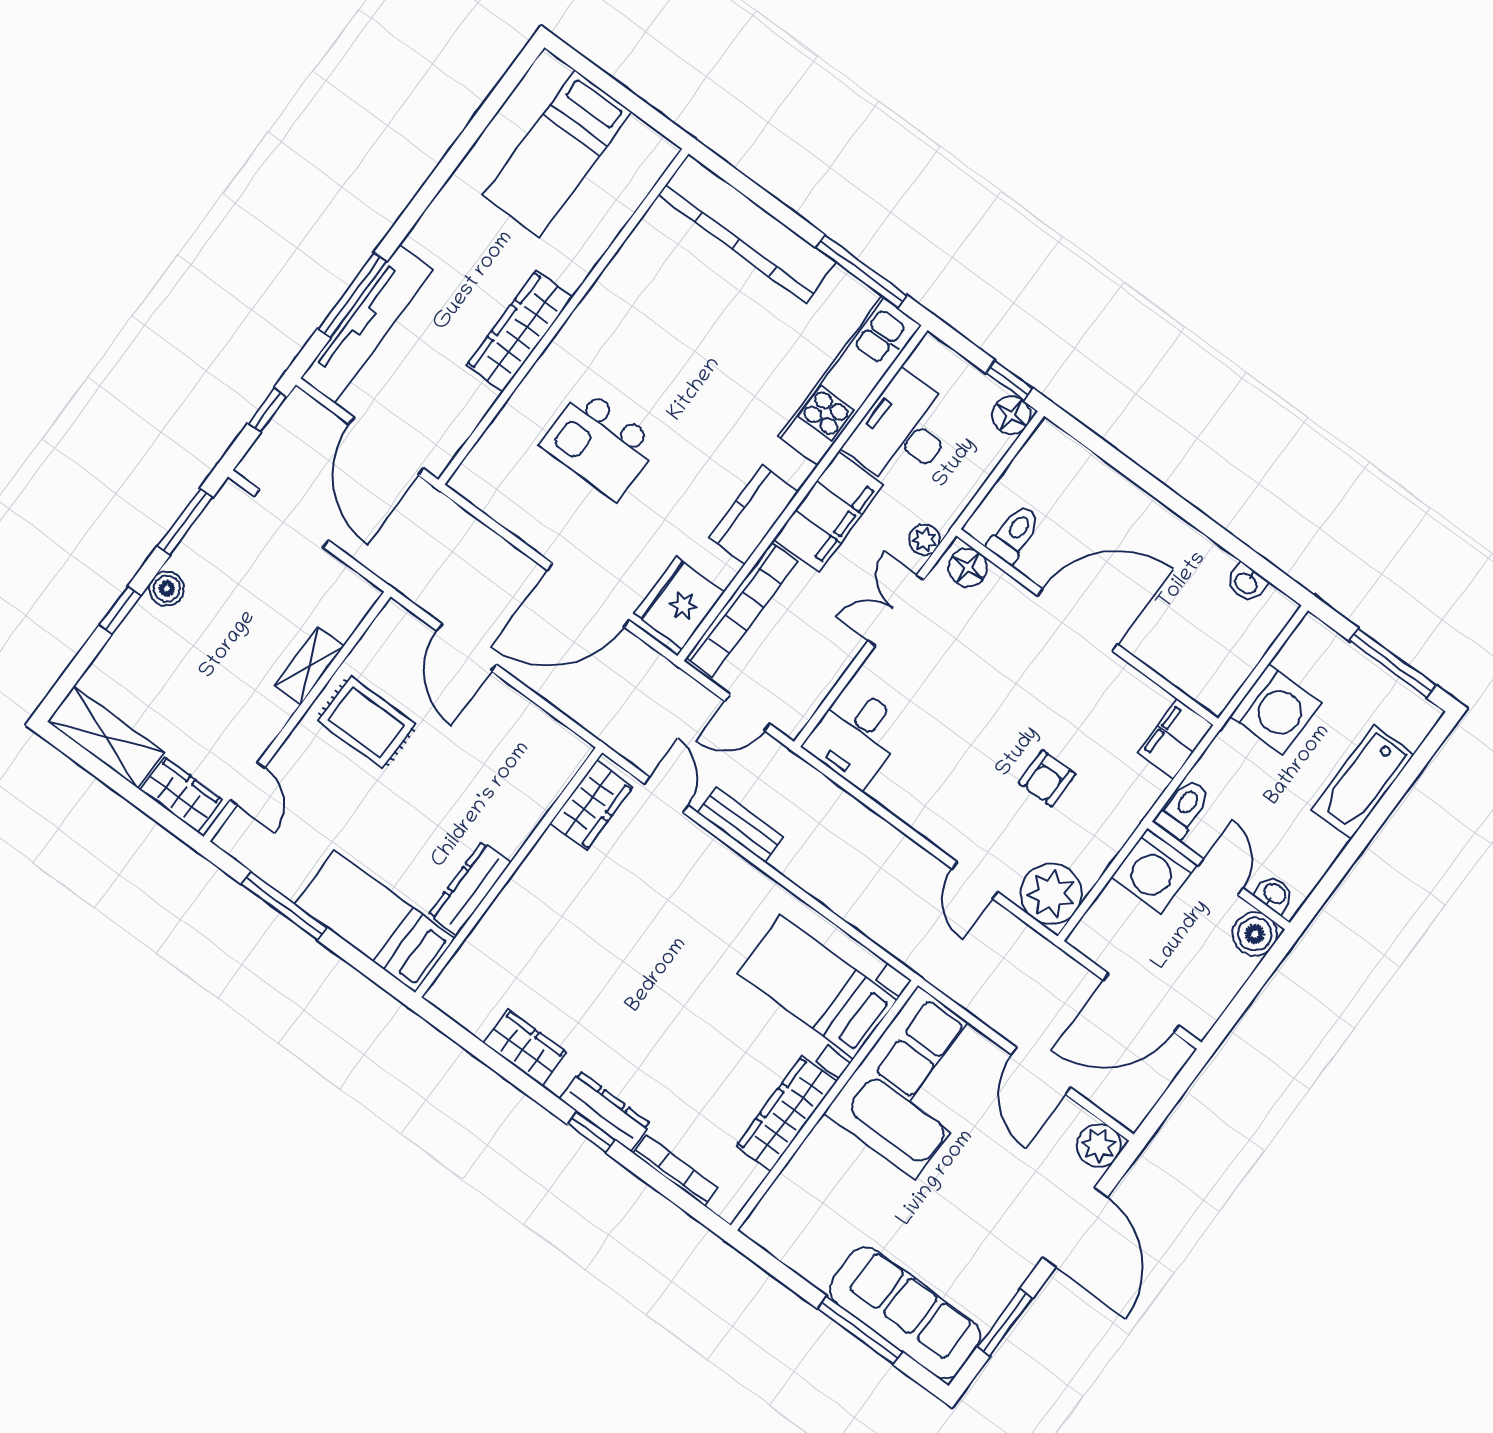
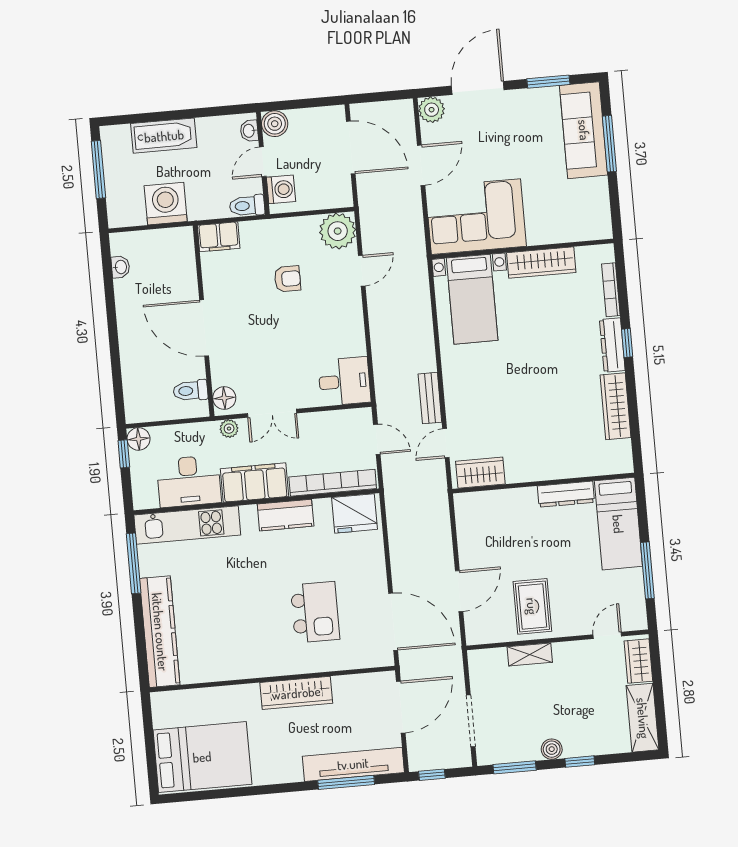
bed: (557, 154) -> (202, 757), width x1.50
door: (588, 595) -> (393, 622), moved
washing machine: (1154, 871) -> (281, 189), width x0.73, depth x0.73
wardrobe: (525, 1048) -> (616, 406), width x1.50

